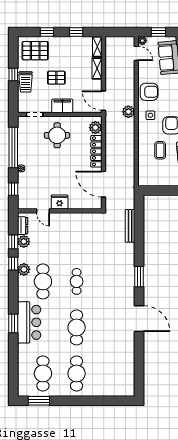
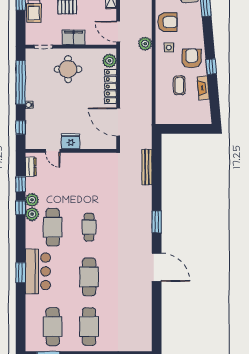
plant: (24, 242) -> (32, 200), moved

